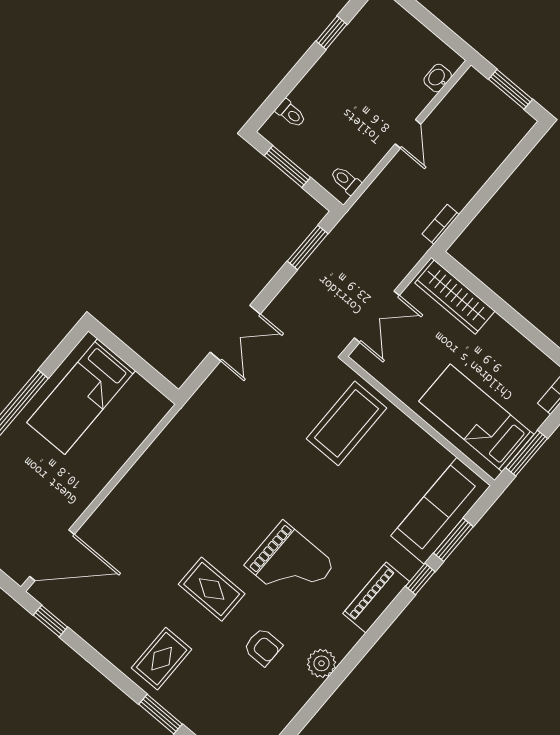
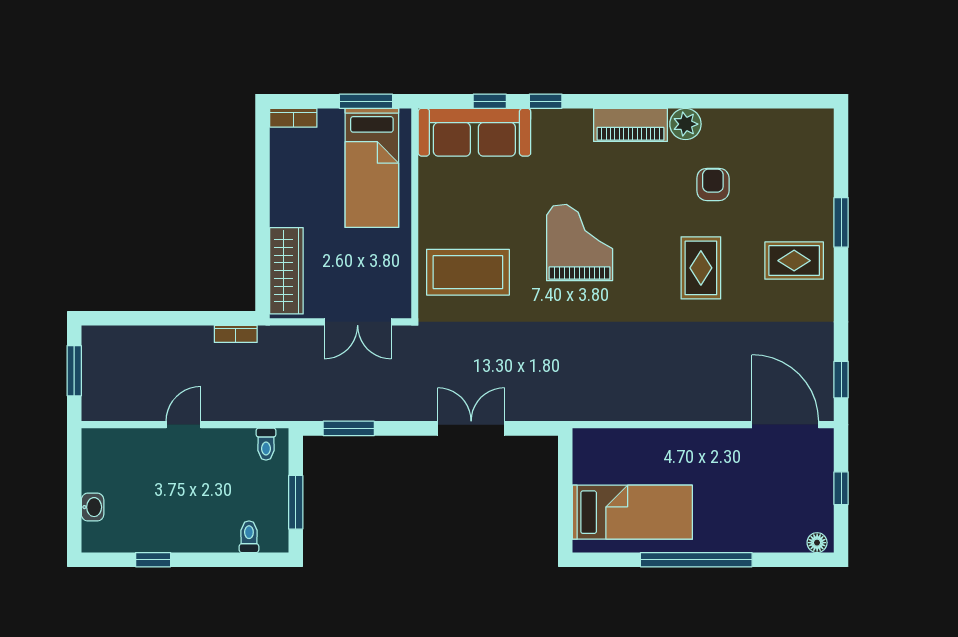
washbasin: (438, 78) -> (93, 507), moved, turned -90
double door: (377, 317) -> (358, 322), swing flipped
window: (453, 540) -> (490, 101), width x0.67
grand piano: (290, 565) -> (580, 243), moved
piano: (376, 598) -> (631, 125), moved

